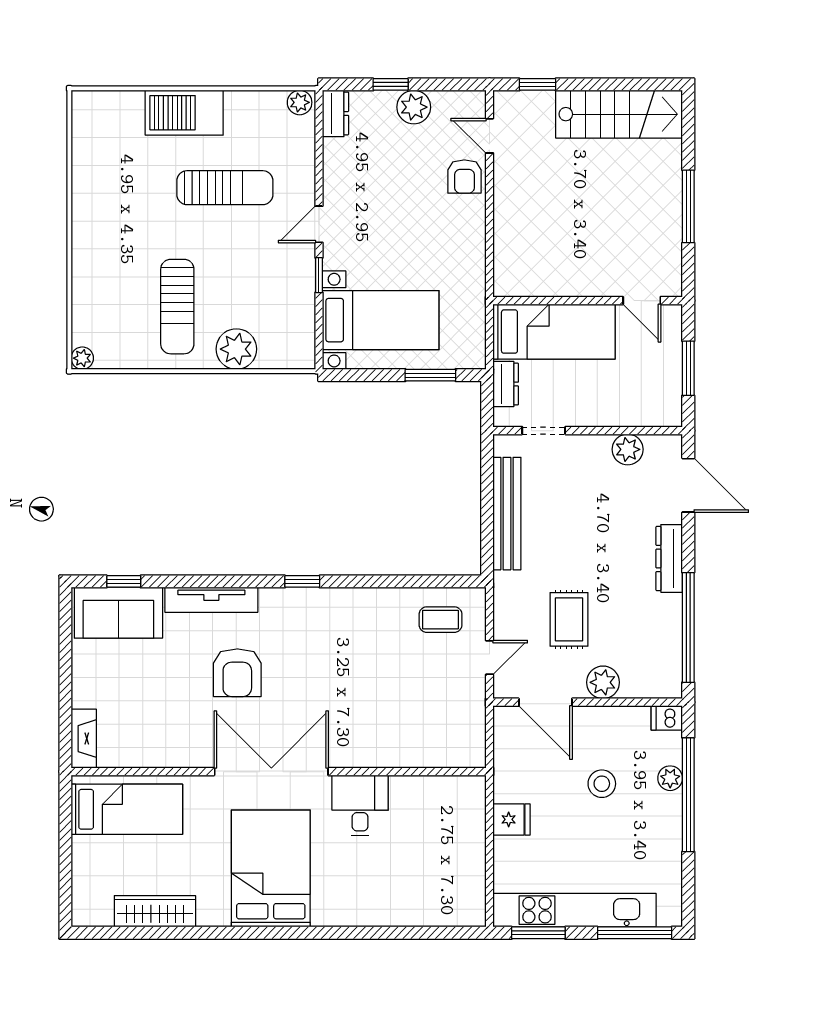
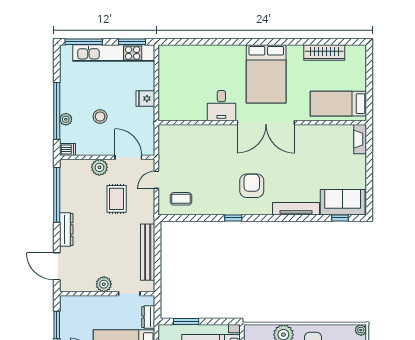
plant: (628, 449) -> (104, 284), moved
window: (302, 581) -> (233, 218), moved
armchair: (237, 673) -> (252, 186), moved

